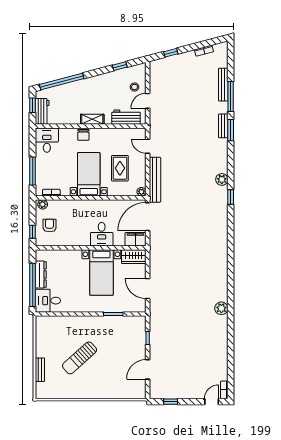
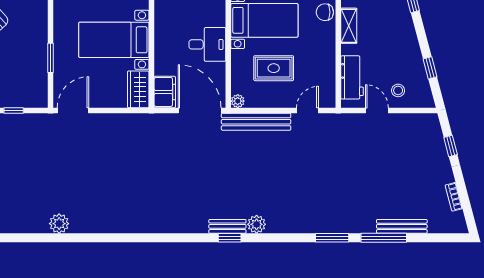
bench: (223, 126) -> (227, 226), moved
desk: (102, 234) -> (207, 44), moved, turned 180
door: (148, 289) -> (73, 110), moved

